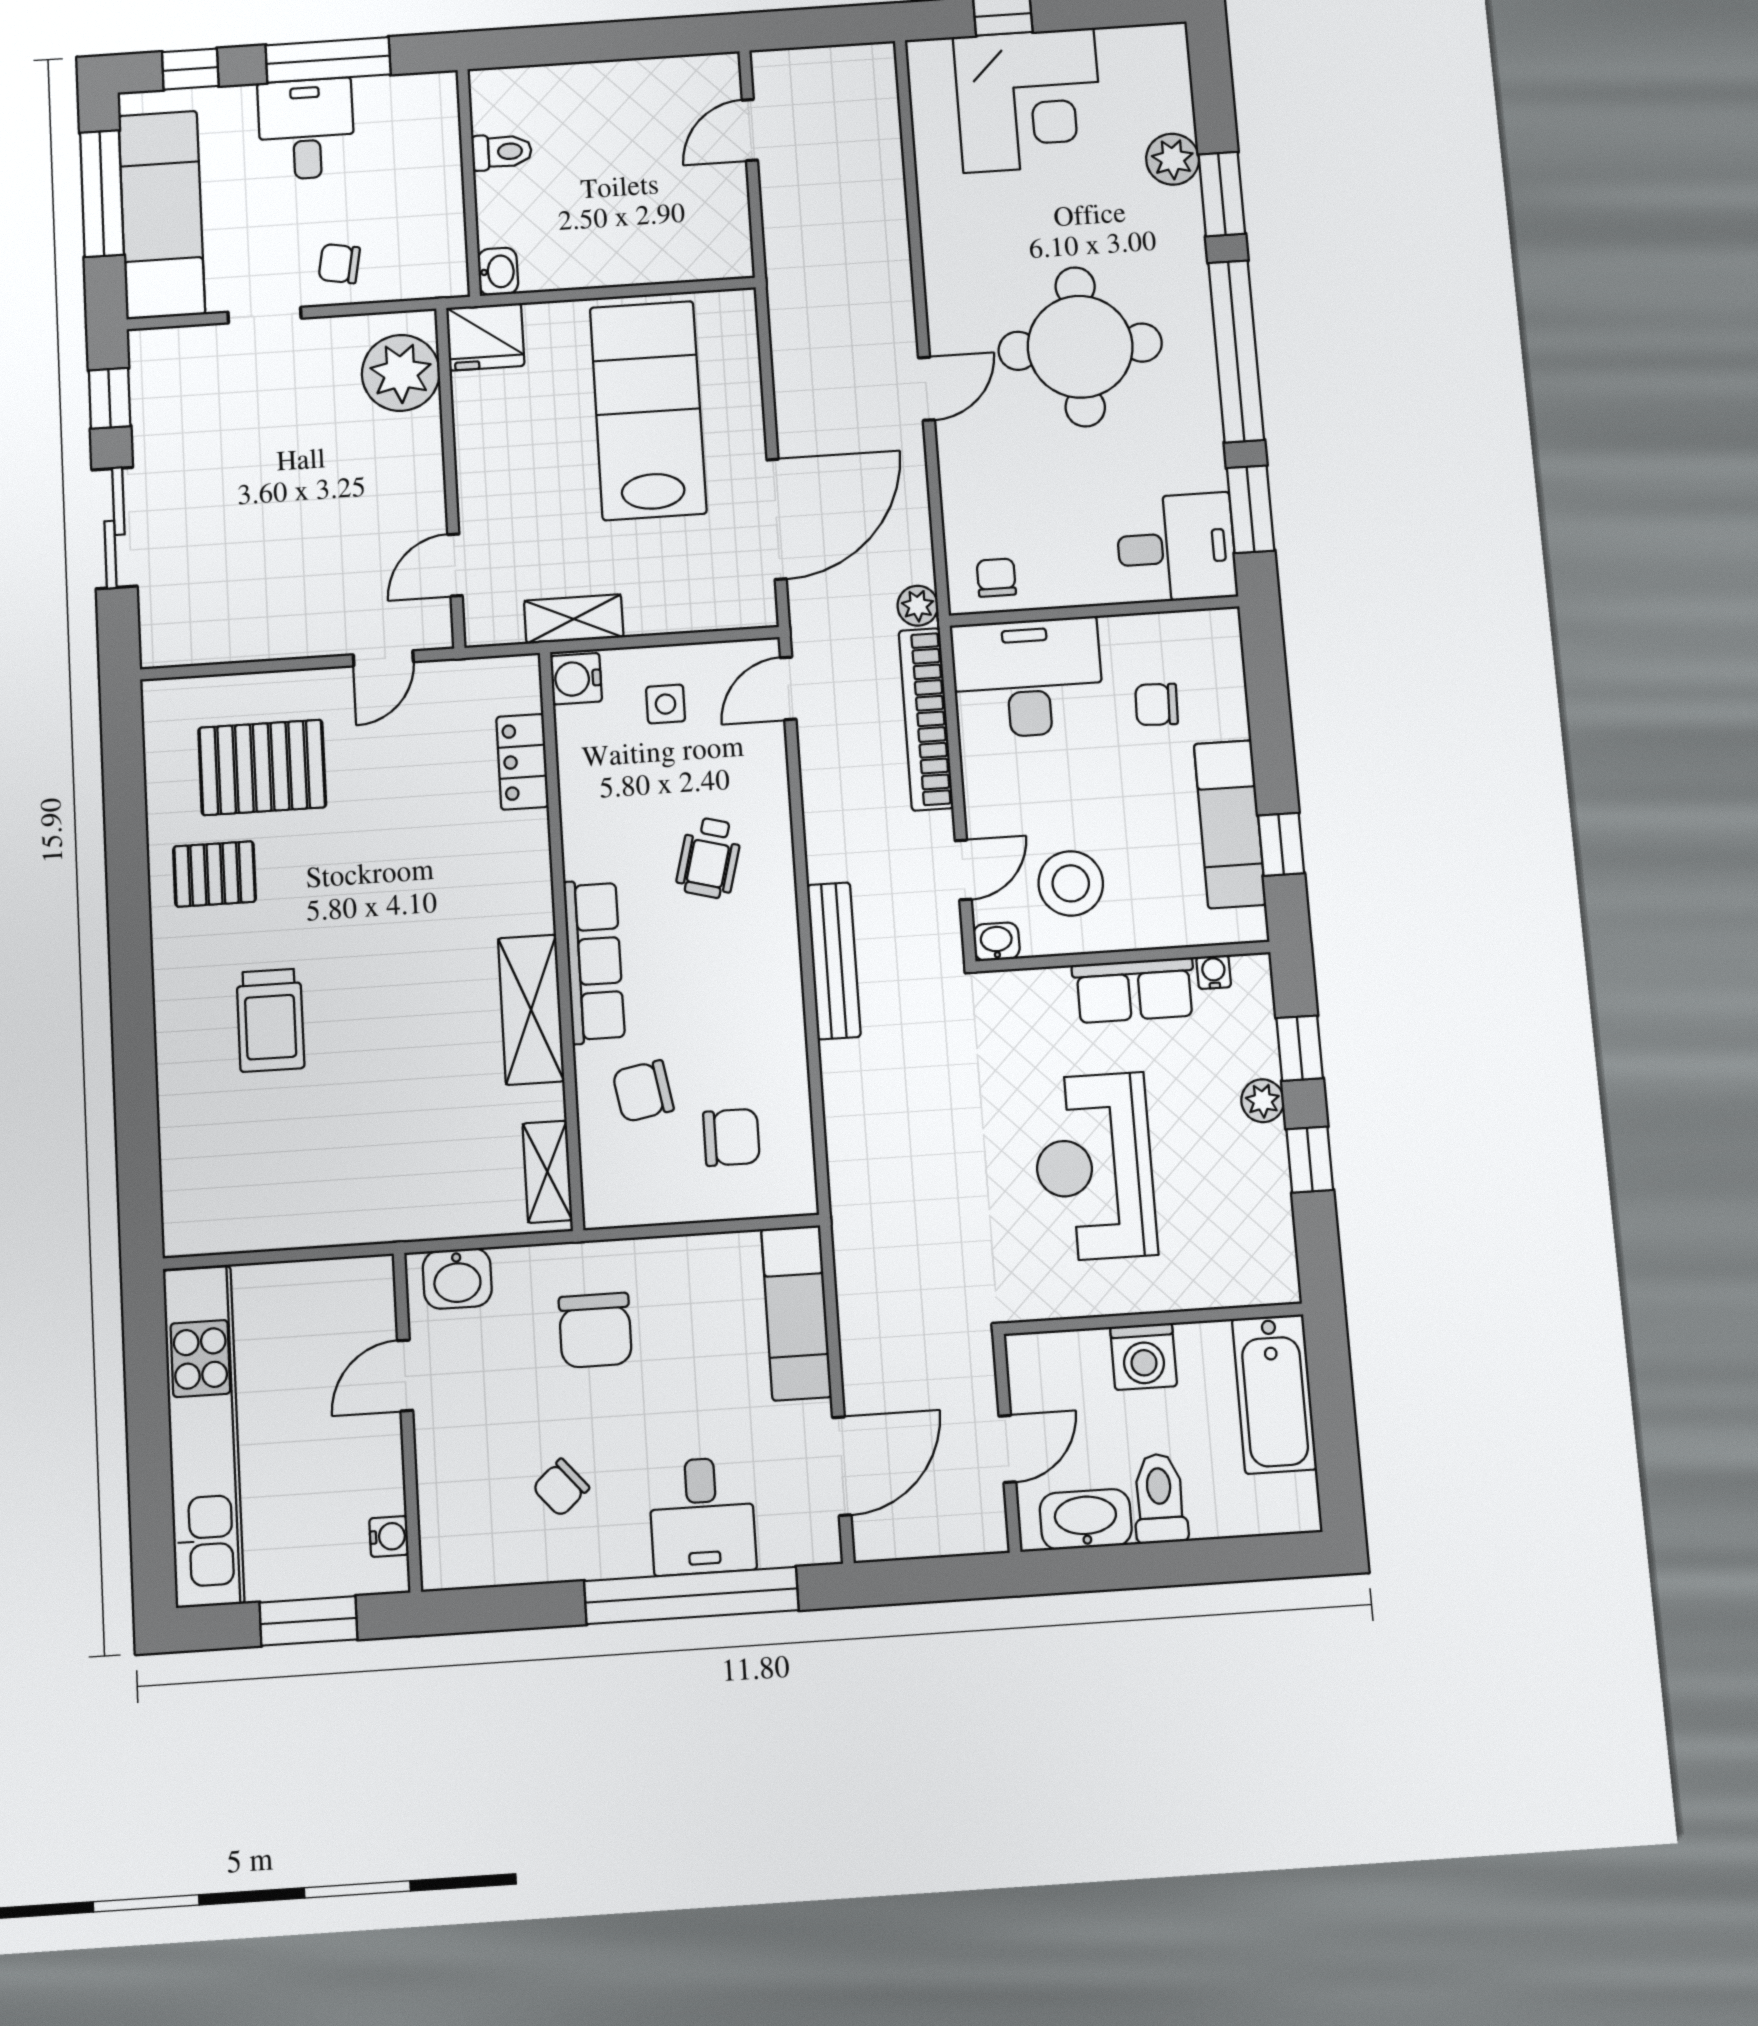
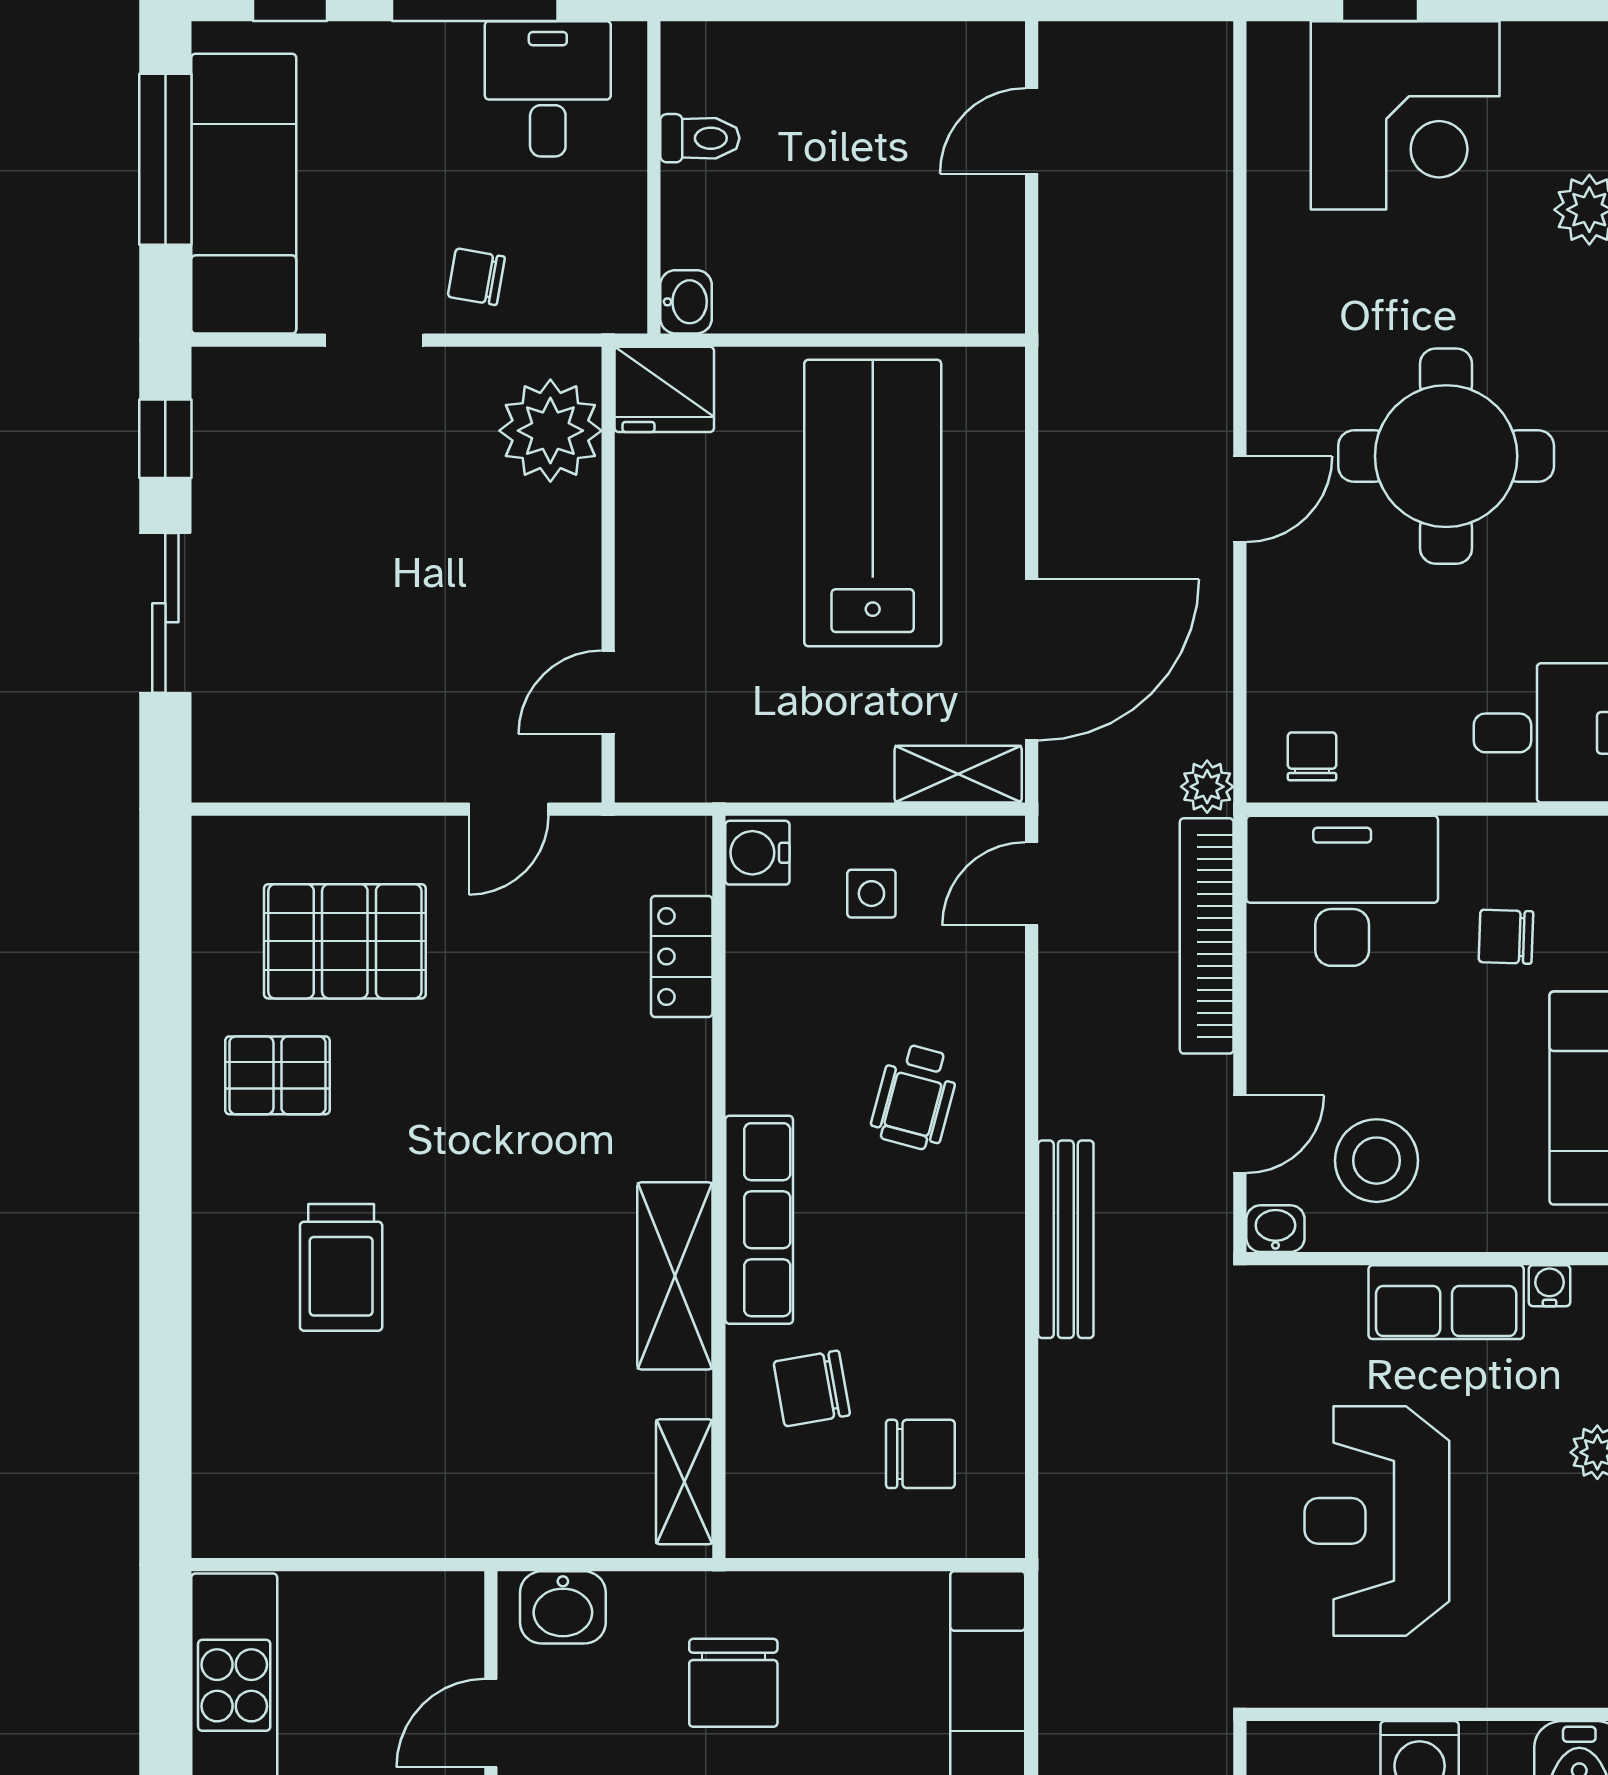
desk: (306, 129) -> (548, 89), moved
shelving: (574, 619) -> (958, 774), moved

